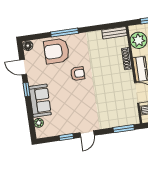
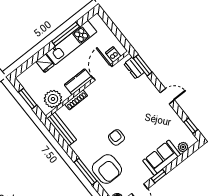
bench: (114, 33) -> (62, 129), width x1.36
dresser: (125, 120) -> (134, 68), added
window: (66, 137) -> (191, 126), moved

